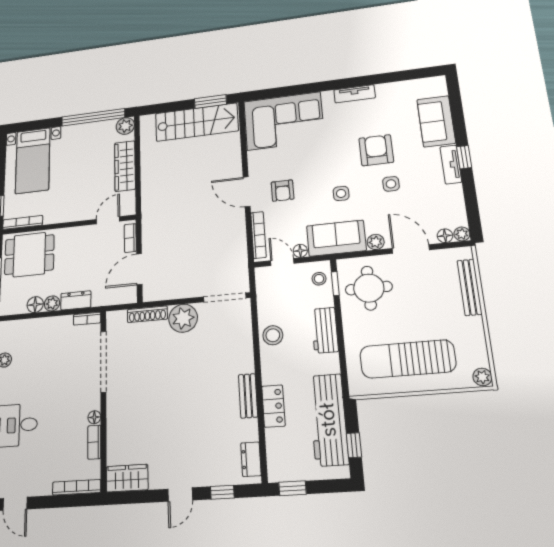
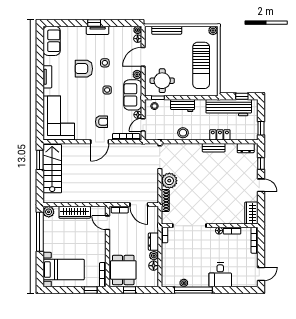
sofa: (436, 121) -> (52, 41), moved, turned -90

